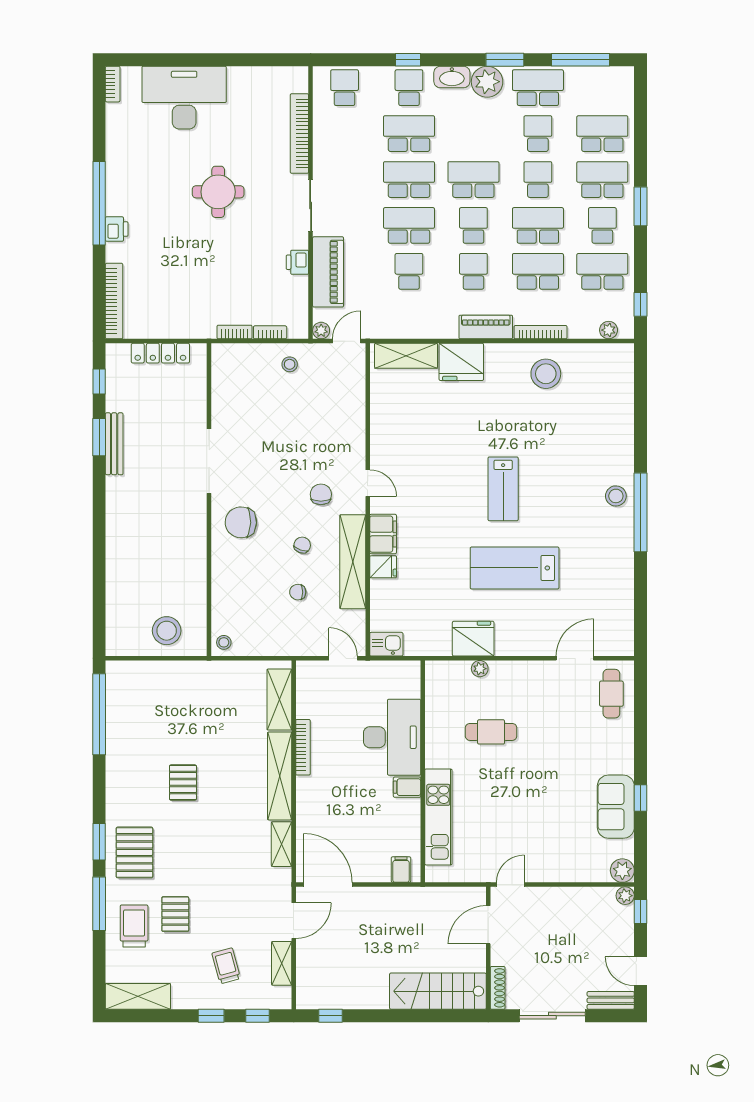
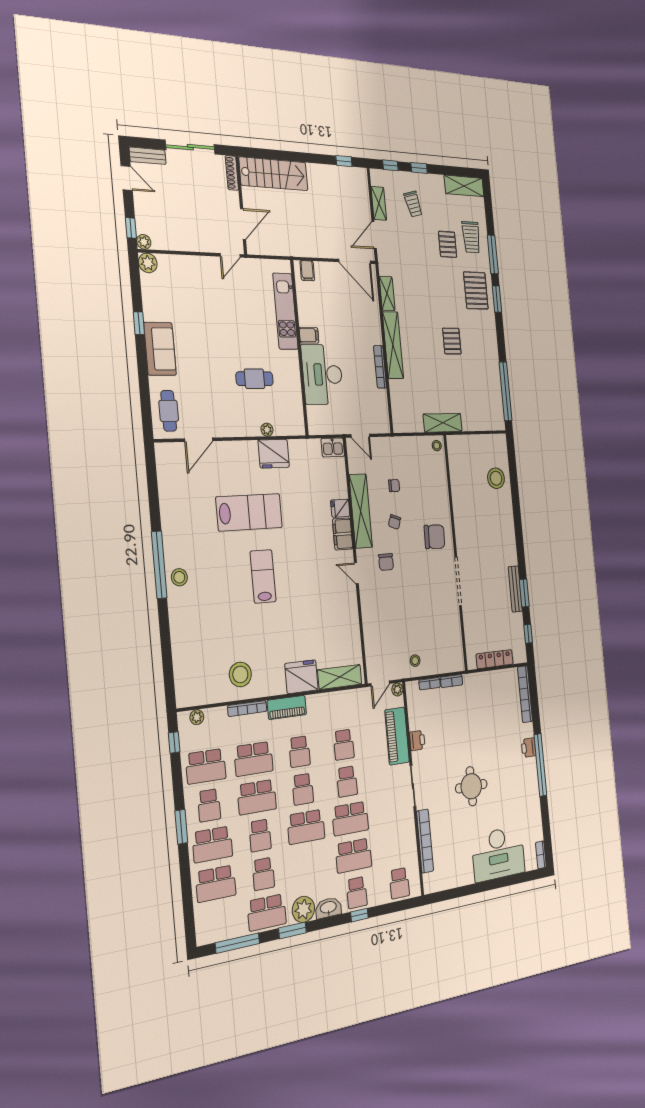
school desk: (409, 225) -> (347, 782), width x0.54
stool: (167, 631) -> (496, 478), moved
shelving: (279, 700) -> (443, 423), moved, turned 90
sofa: (616, 807) -> (160, 349), moved

